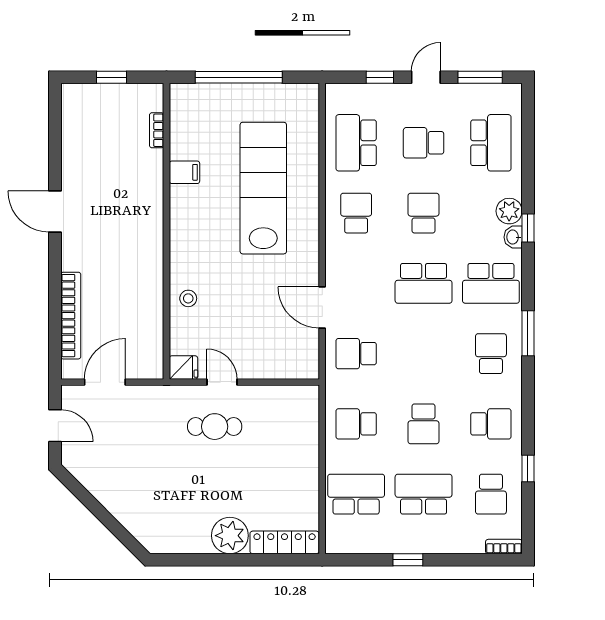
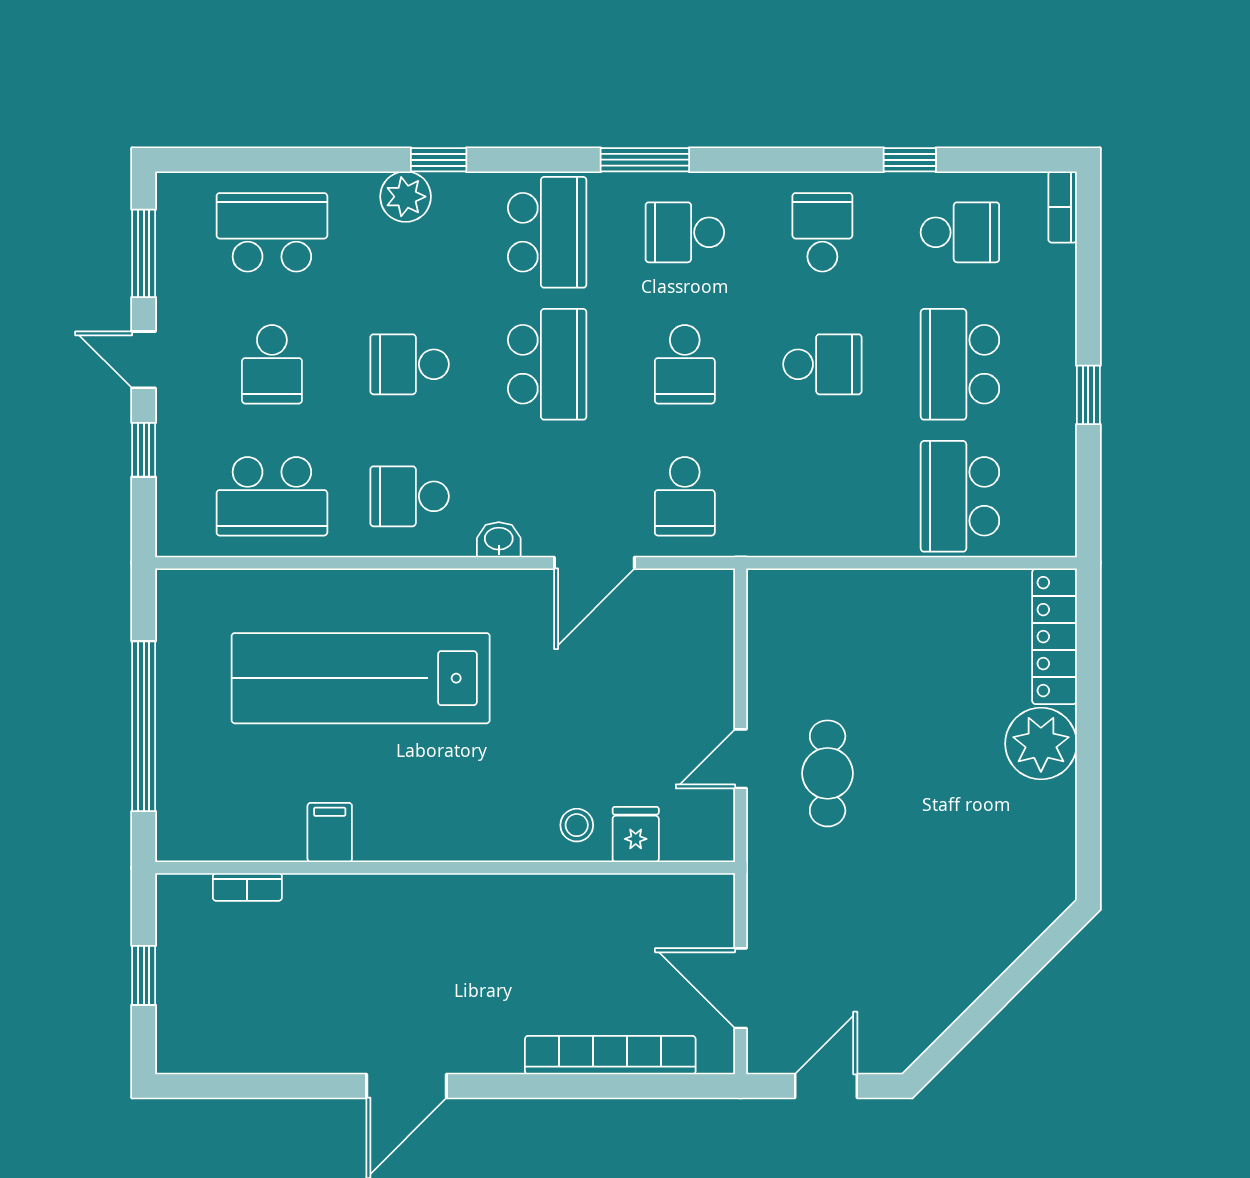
washbasin: (513, 237) -> (499, 540), moved, turned 180
fridge: (183, 367) -> (636, 834), moved
school desk: (356, 424) -> (685, 364), moved

